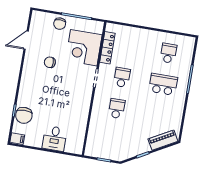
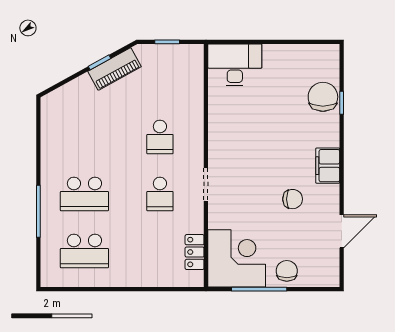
corner desk: (84, 48) -> (237, 258), moved
locker: (107, 48) -> (195, 252), width x0.66
school desk: (168, 53) -> (84, 251), width x1.85
desk: (55, 138) -> (235, 65), moved, width x1.37
filing cabinet: (17, 139) -> (328, 166), moved, width x2.00
piano: (163, 140) -> (115, 69), moved

